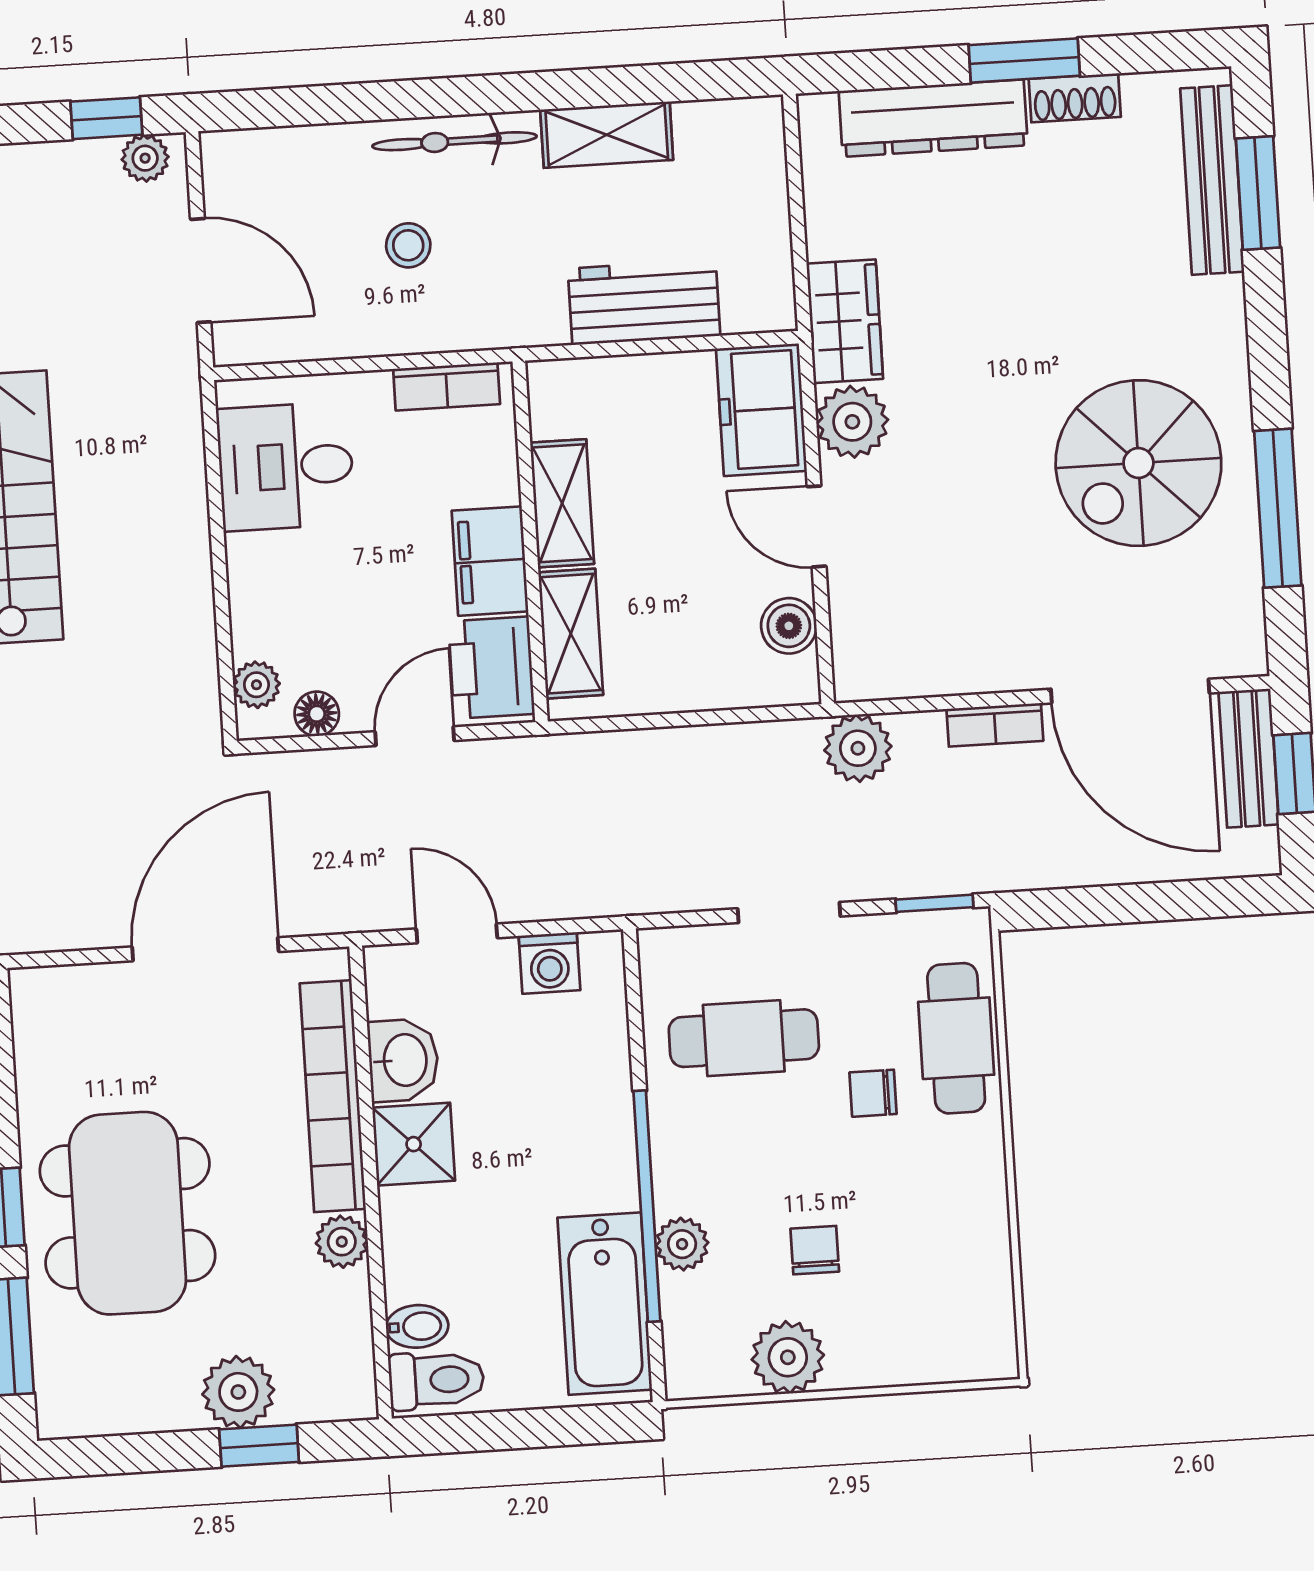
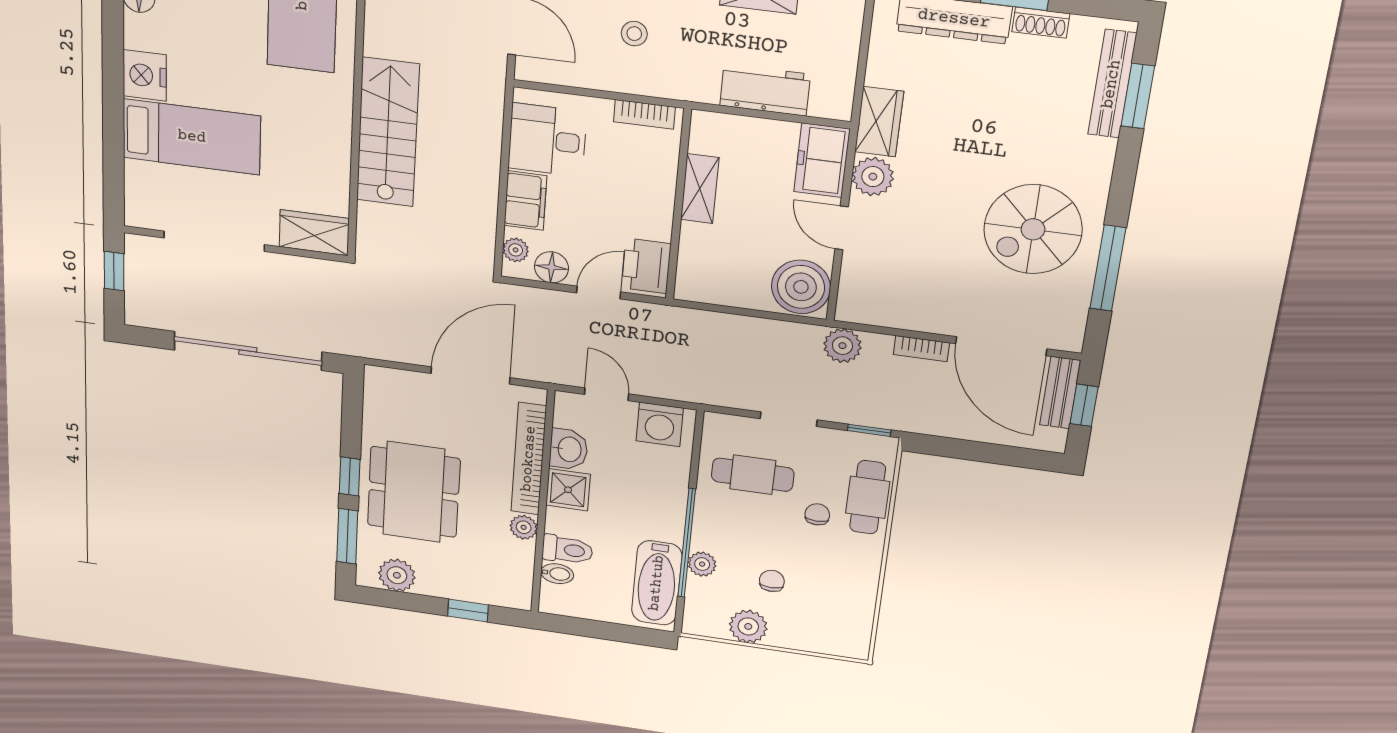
filing cabinet: (490, 561) -> (525, 201), moved, turned 180
boiler: (789, 626) -> (801, 287), width x1.86, depth x1.86
shelving: (571, 634) -> (693, 257), removed
floor lamp: (317, 714) -> (551, 267), width x1.37, depth x1.37
washing machine: (549, 963) -> (660, 424), width x1.38, depth x1.38
chair: (873, 1093) -> (817, 514), turned 90
toilet: (436, 1380) -> (567, 550), moved
plant: (238, 1392) -> (397, 575), moved

